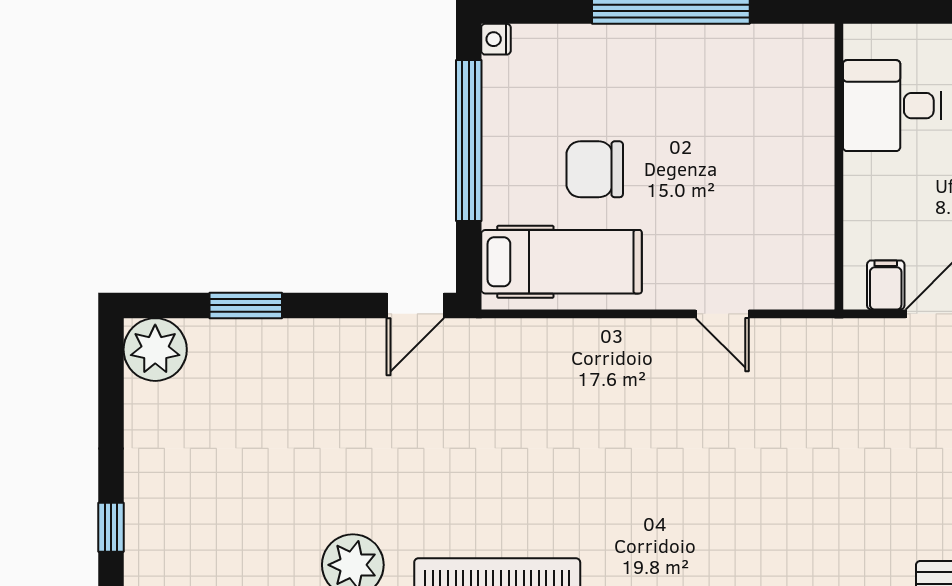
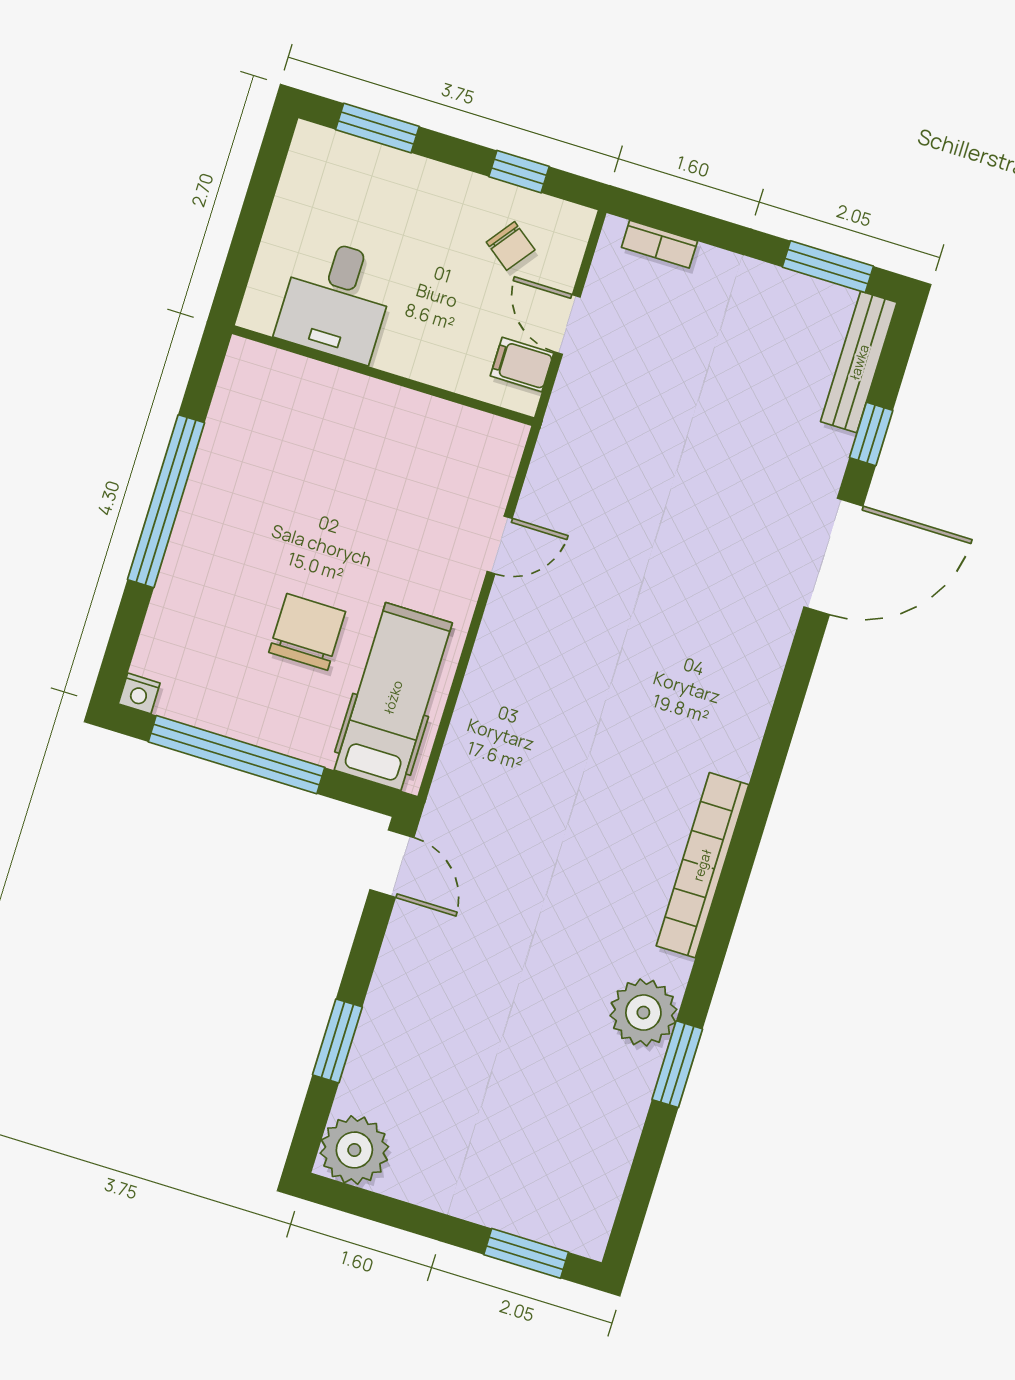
chair: (595, 169) -> (307, 632), turned 180
window: (111, 527) -> (526, 1253), width x1.50

